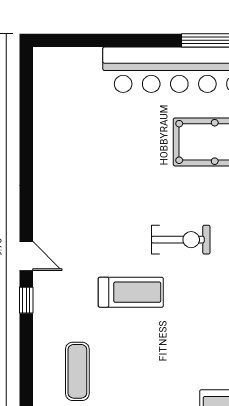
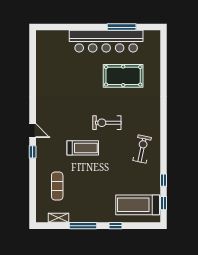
exercise bike: (181, 240) -> (107, 123), turned 180

